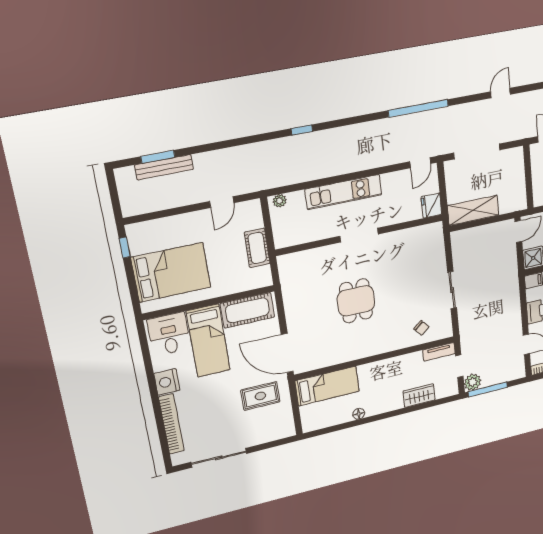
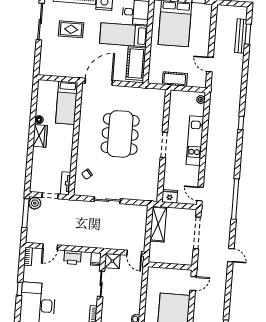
dining table: (356, 301) -> (120, 134), width x1.88, depth x1.24
wardrobe: (419, 395) -> (40, 136), moved
rug: (260, 396) -> (71, 29), moved, turned 90

